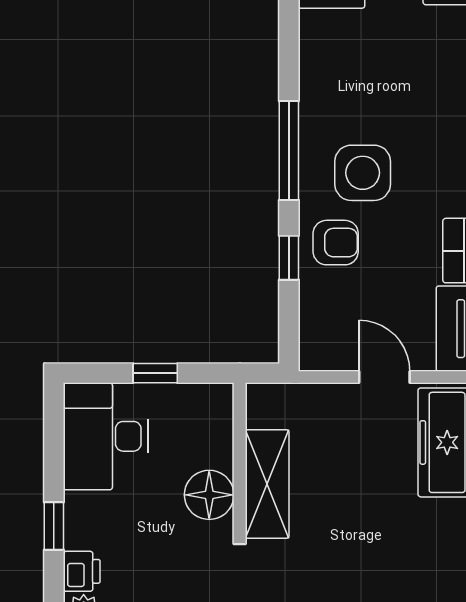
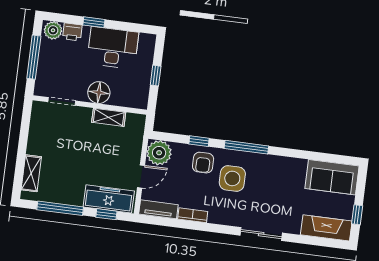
plant: (326, 343) -> (159, 153), added
desk: (106, 436) -> (113, 48), moved
shelving: (267, 484) -> (109, 117), width x0.67, depth x0.75

